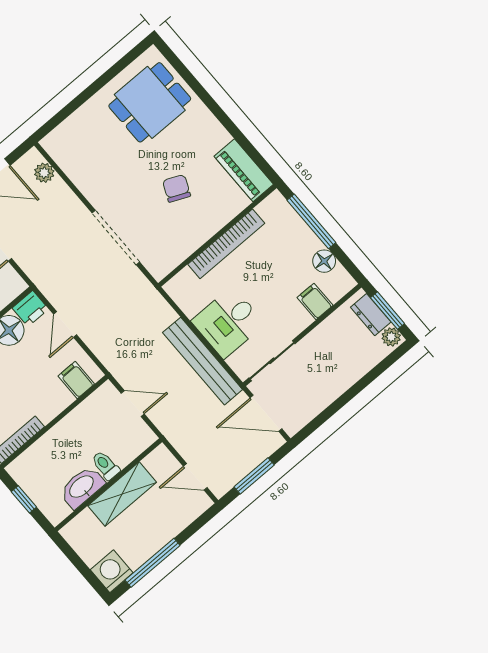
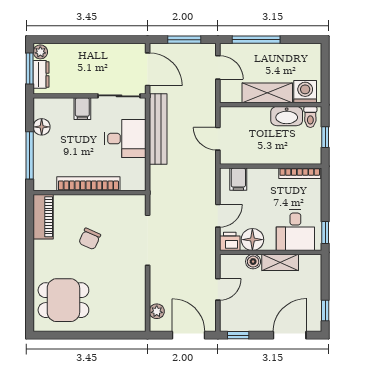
filing cabinet: (315, 301) -> (82, 109), moved
toilet: (105, 465) -> (310, 117), moved
window: (153, 563) -> (256, 40), moved
washing machine: (112, 571) -> (305, 92), moved, turned 180

